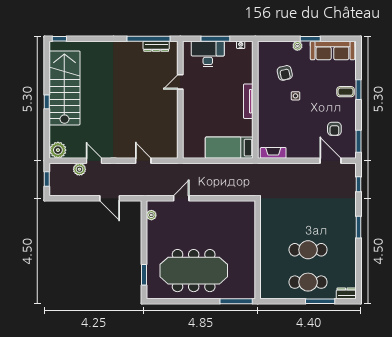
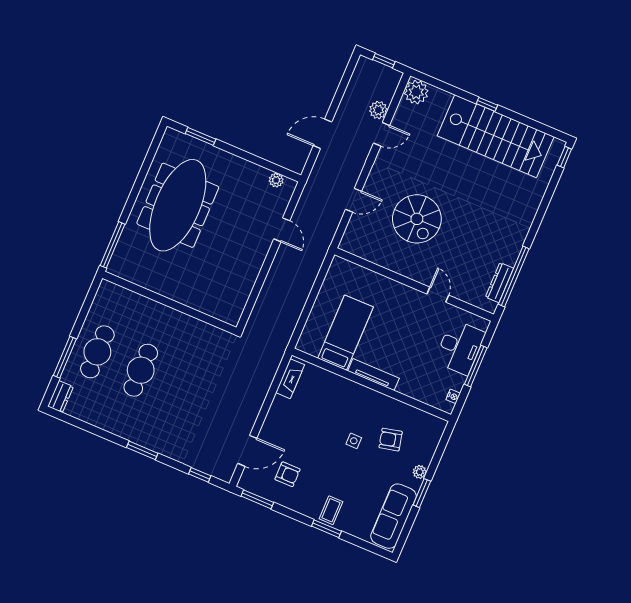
spiral stairs: (138, 116) -> (417, 219), added
armchair: (334, 129) -> (288, 474), turned 180
bed: (229, 148) -> (346, 333), moved

